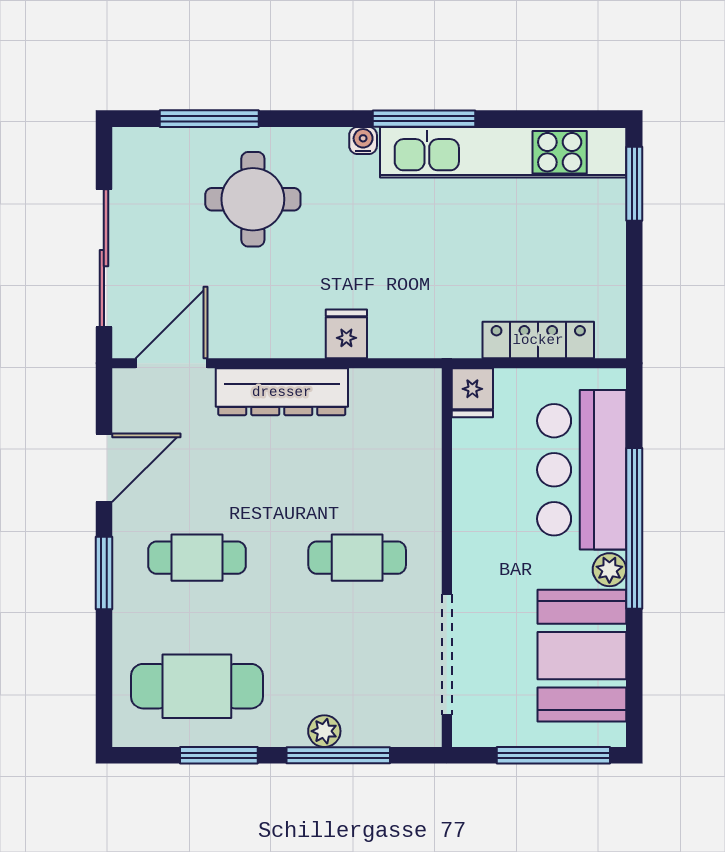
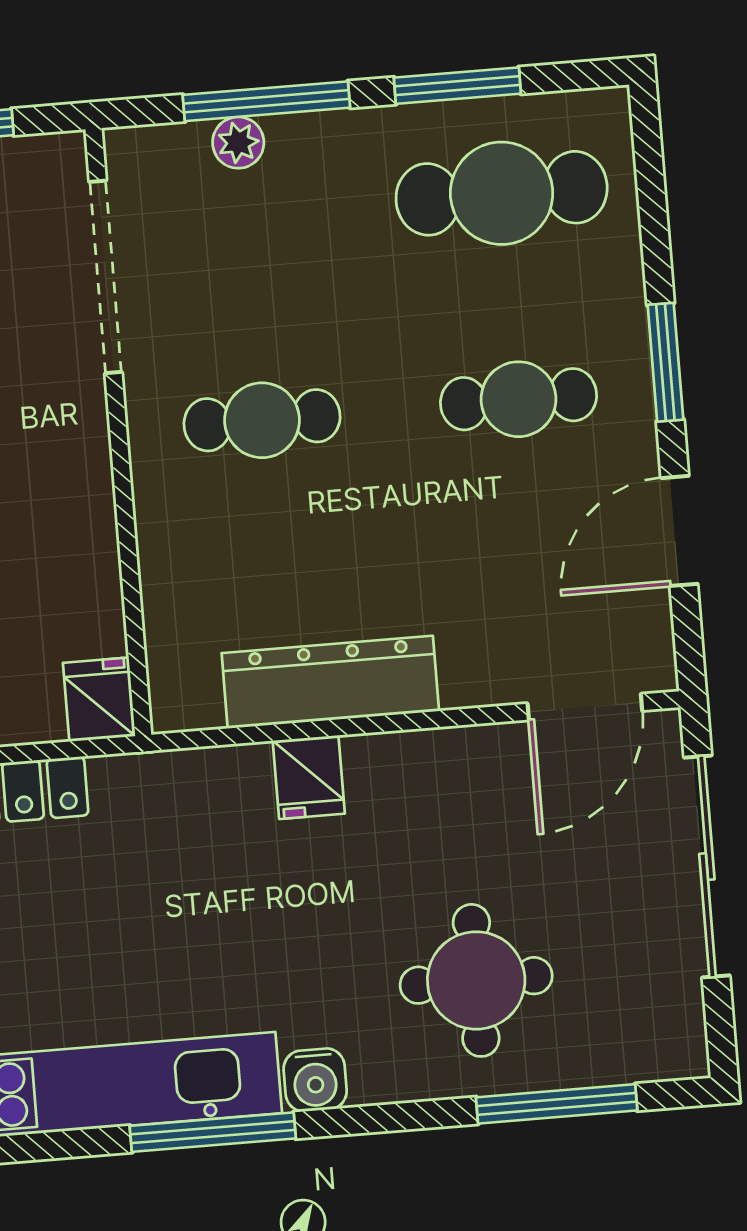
water cooler: (363, 141) -> (315, 1080), width x1.38, depth x1.38
dresser: (282, 392) -> (330, 682), moved
plant: (324, 731) -> (238, 143), moved

